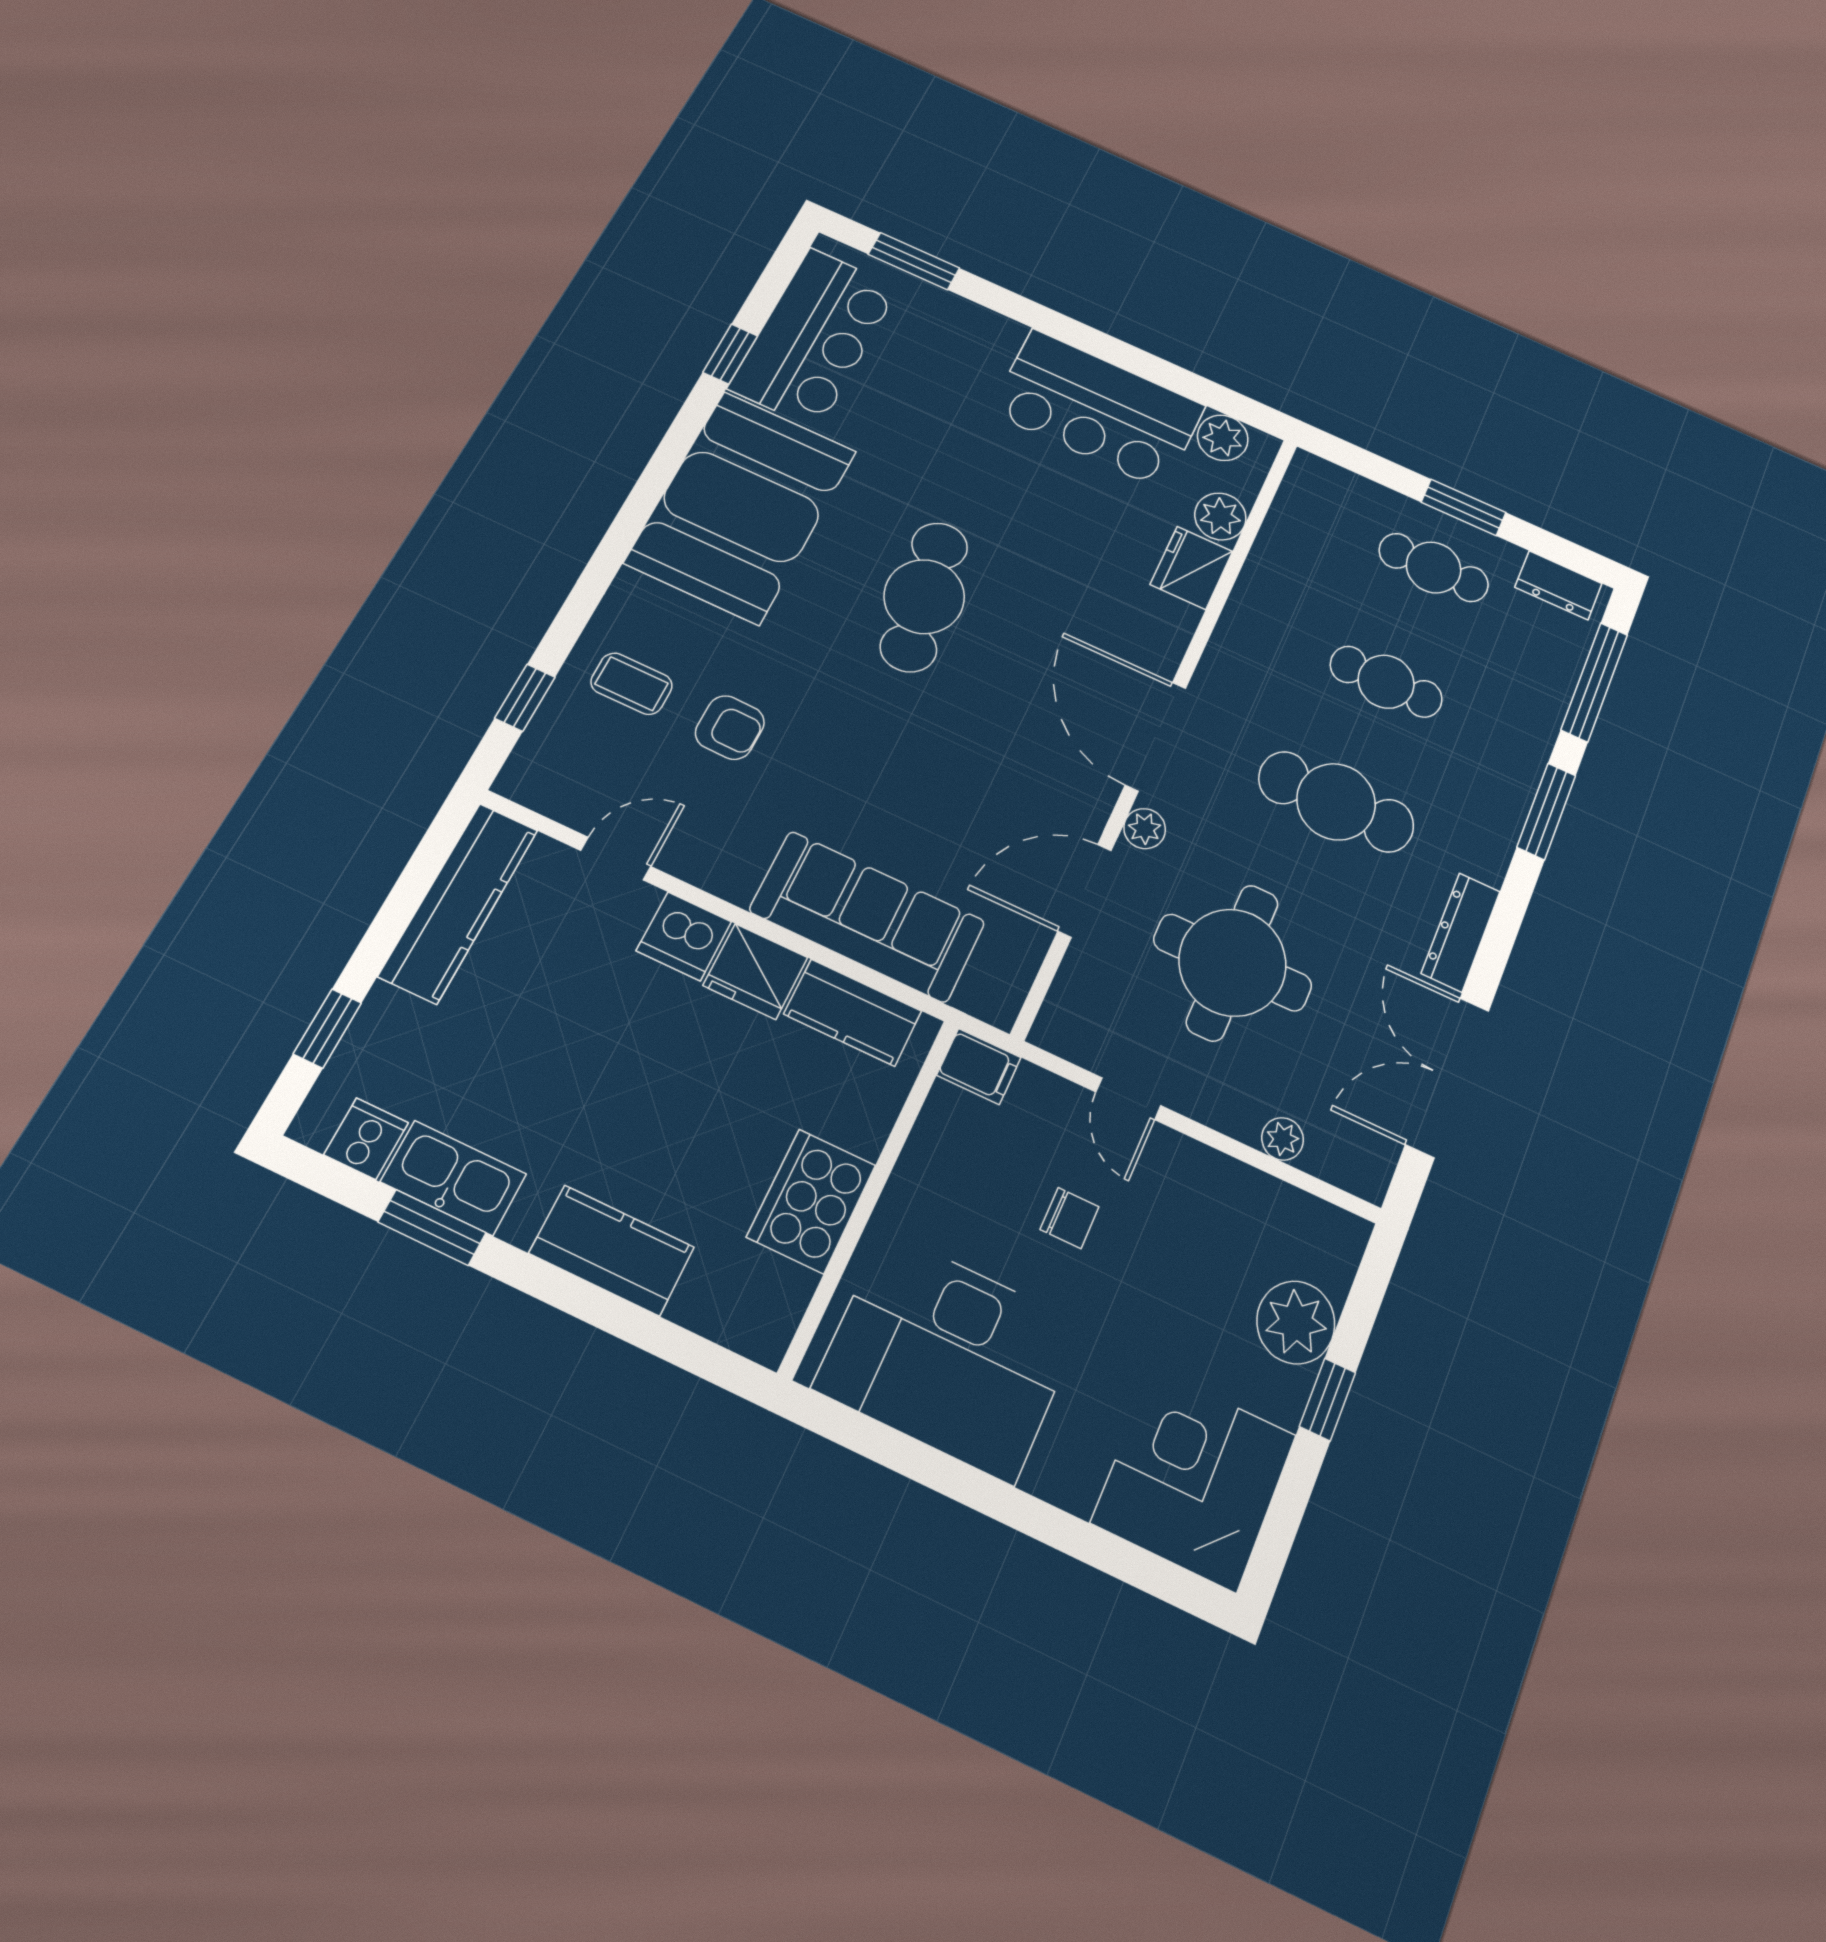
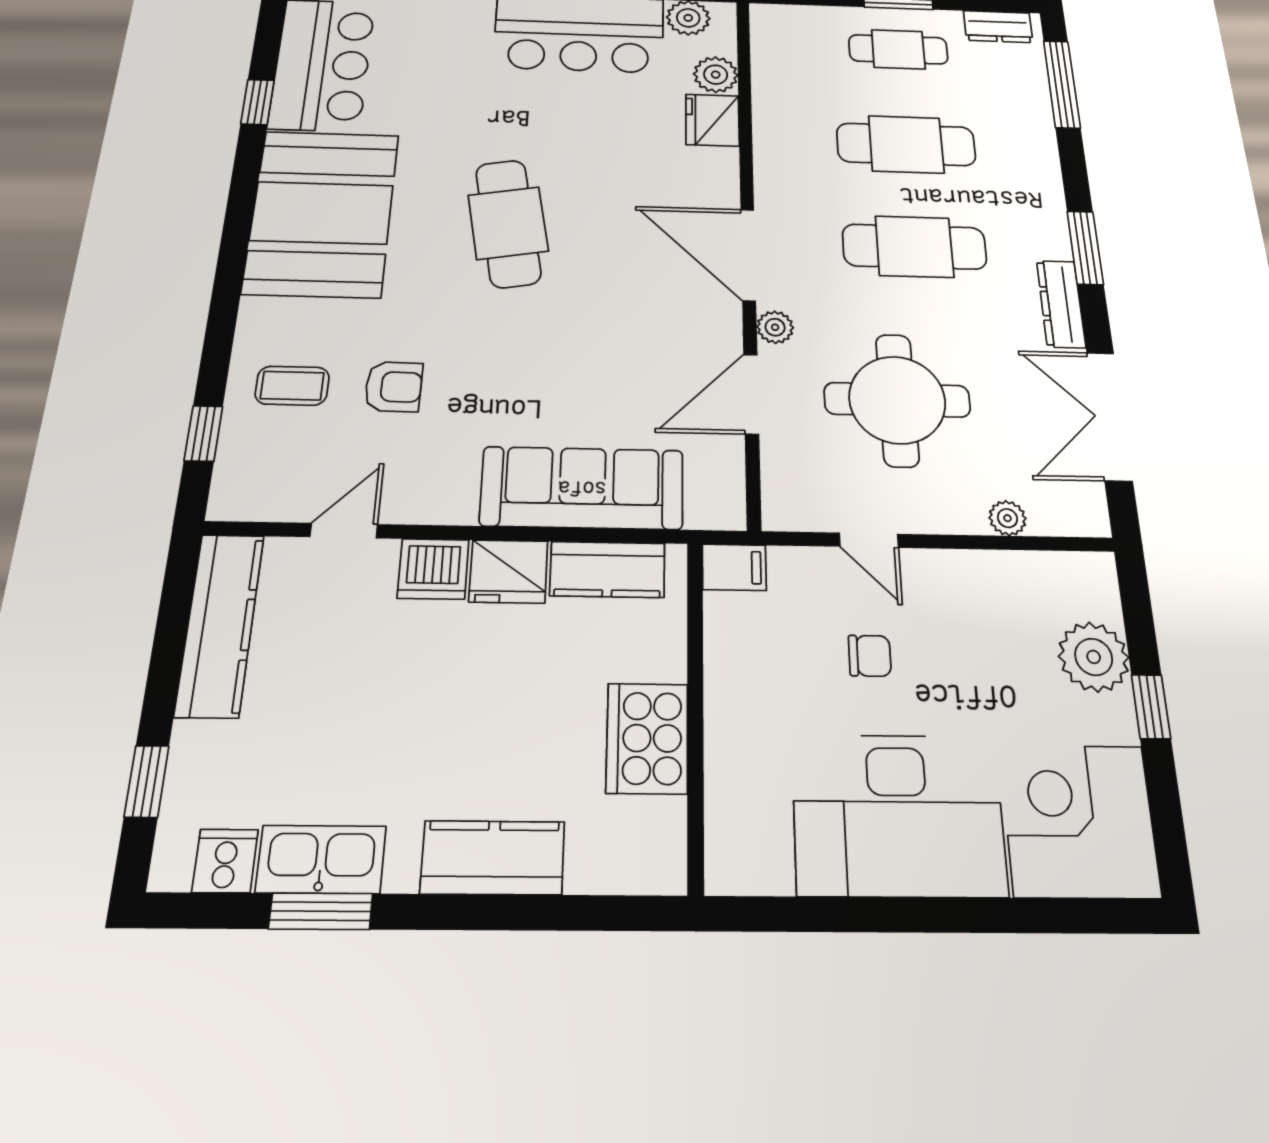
cafe table: (1386, 682) -> (906, 144), width x1.37, depth x1.35
window: (1546, 811) -> (1085, 248), moved
desk: (948, 1356) -> (898, 815), moved

